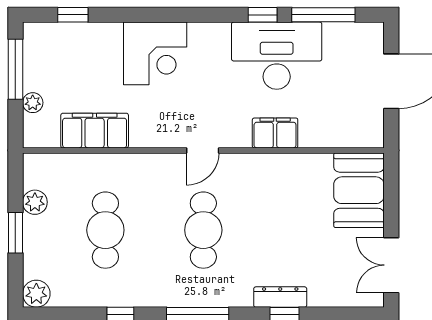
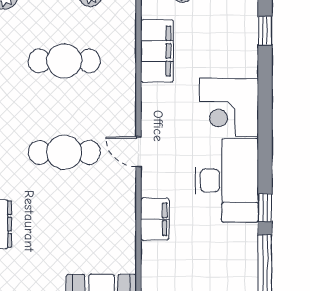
desk: (277, 56) -> (227, 180), moved

